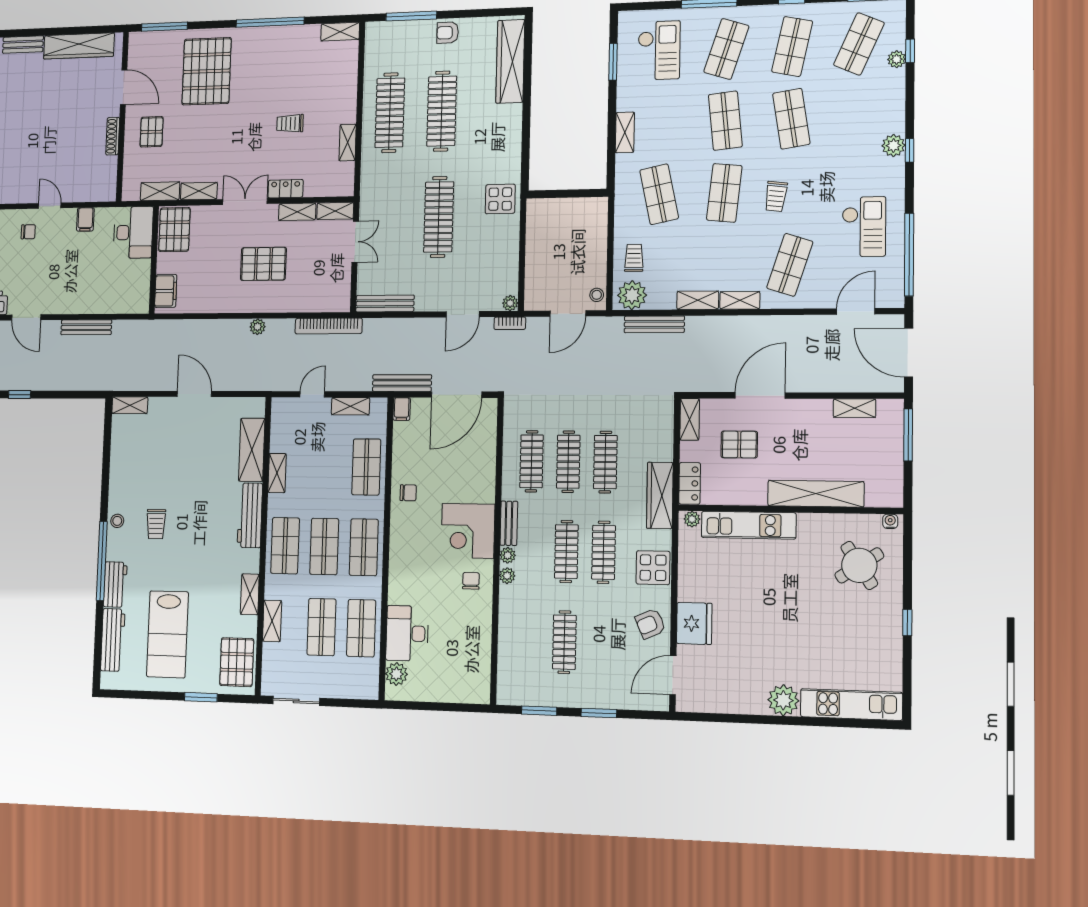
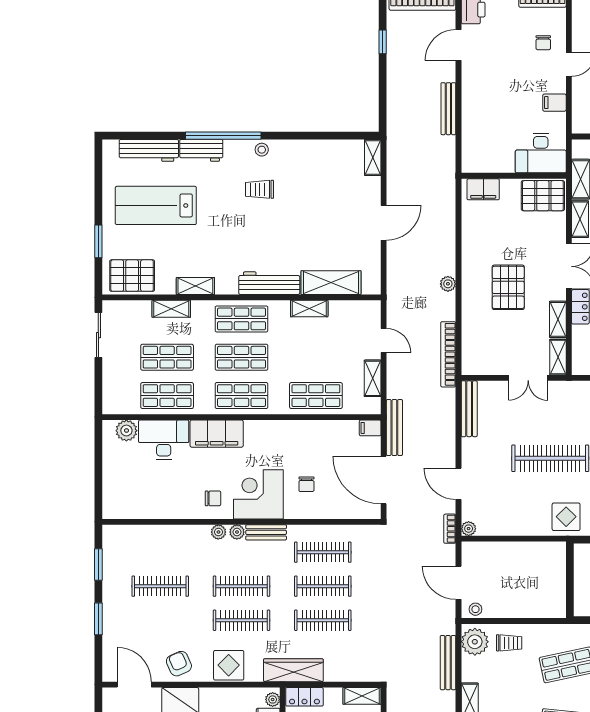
chair: (408, 493) -> (306, 484), moved
filing cabinet: (403, 575) -> (217, 434), added

